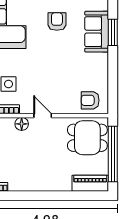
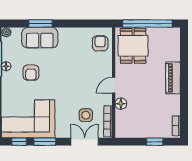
armchair: (57, 22) -> (31, 73), turned -90
armchair: (90, 100) -> (100, 43), turned 180
piano: (90, 183) -> (173, 78), moved

